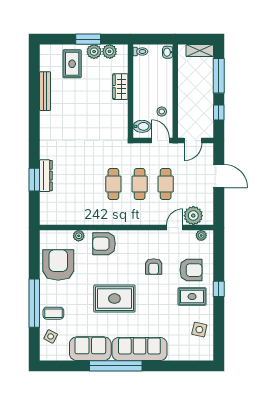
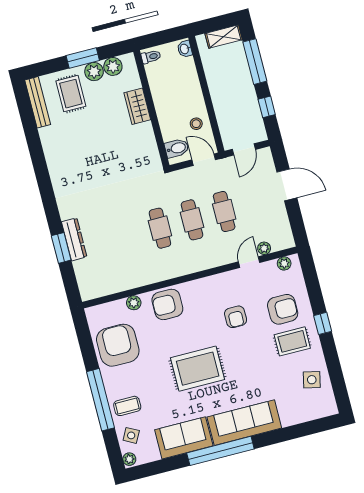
bench: (45, 91) -> (38, 102), moved
plant: (193, 216) -> (264, 248), width x0.53, depth x0.53
plant: (45, 354) -> (129, 459), added

